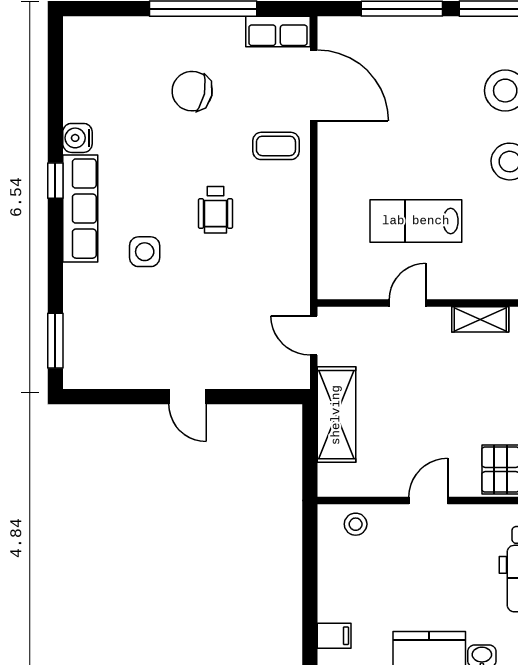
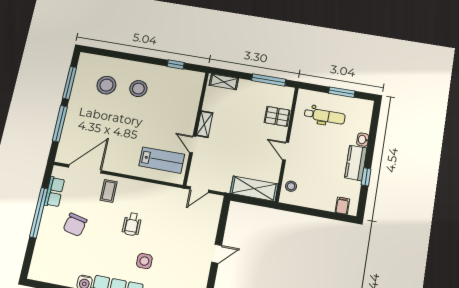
row of seats: (278, 32) -> (54, 192), moved
wheelchair: (216, 210) -> (132, 224), turned 90
lab bench: (416, 221) -> (162, 160), moved, turned -90
shelving: (480, 319) -> (205, 124), moved
shelving: (336, 415) -> (254, 189), moved

